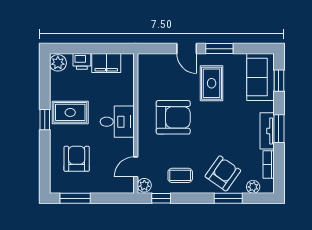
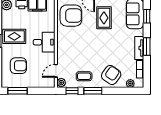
armchair: (173, 117) -> (71, 16), moved
armchair: (77, 159) -> (18, 66), turned 90
window: (228, 198) -> (93, 91), moved

